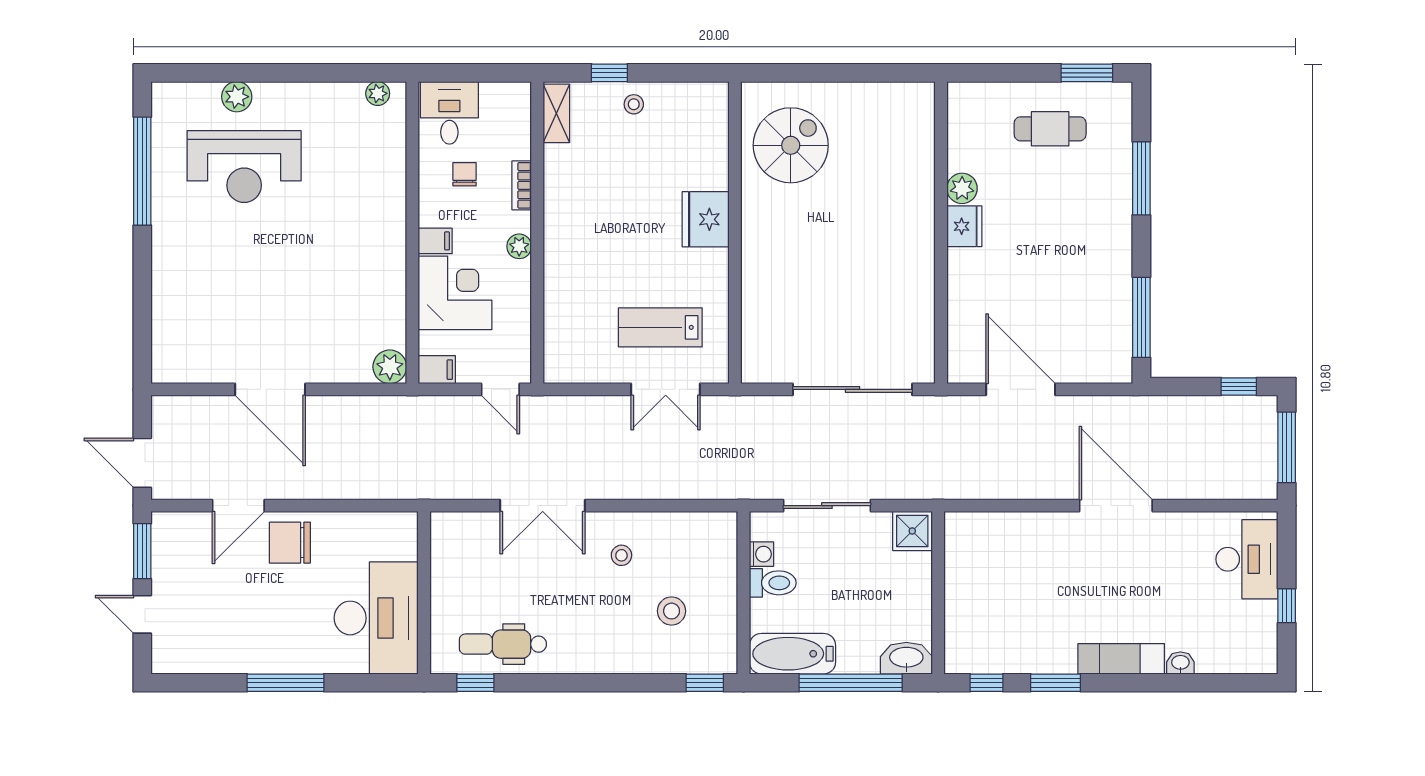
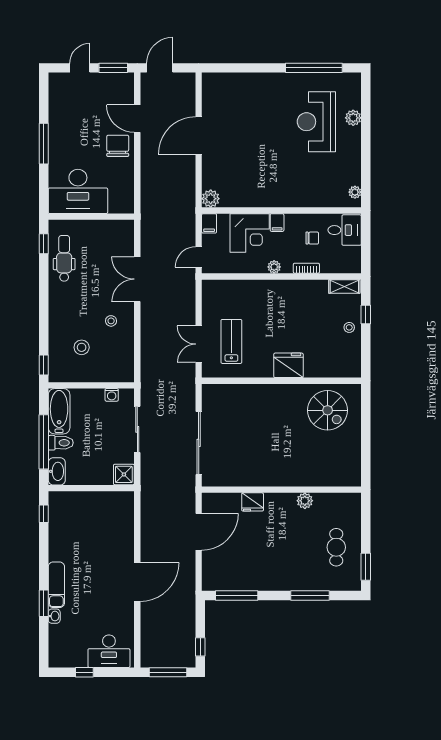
fridge: (964, 226) -> (253, 502), moved
toilet: (773, 583) -> (61, 443), moved, turned -90
window: (1056, 683) -> (44, 603), moved

